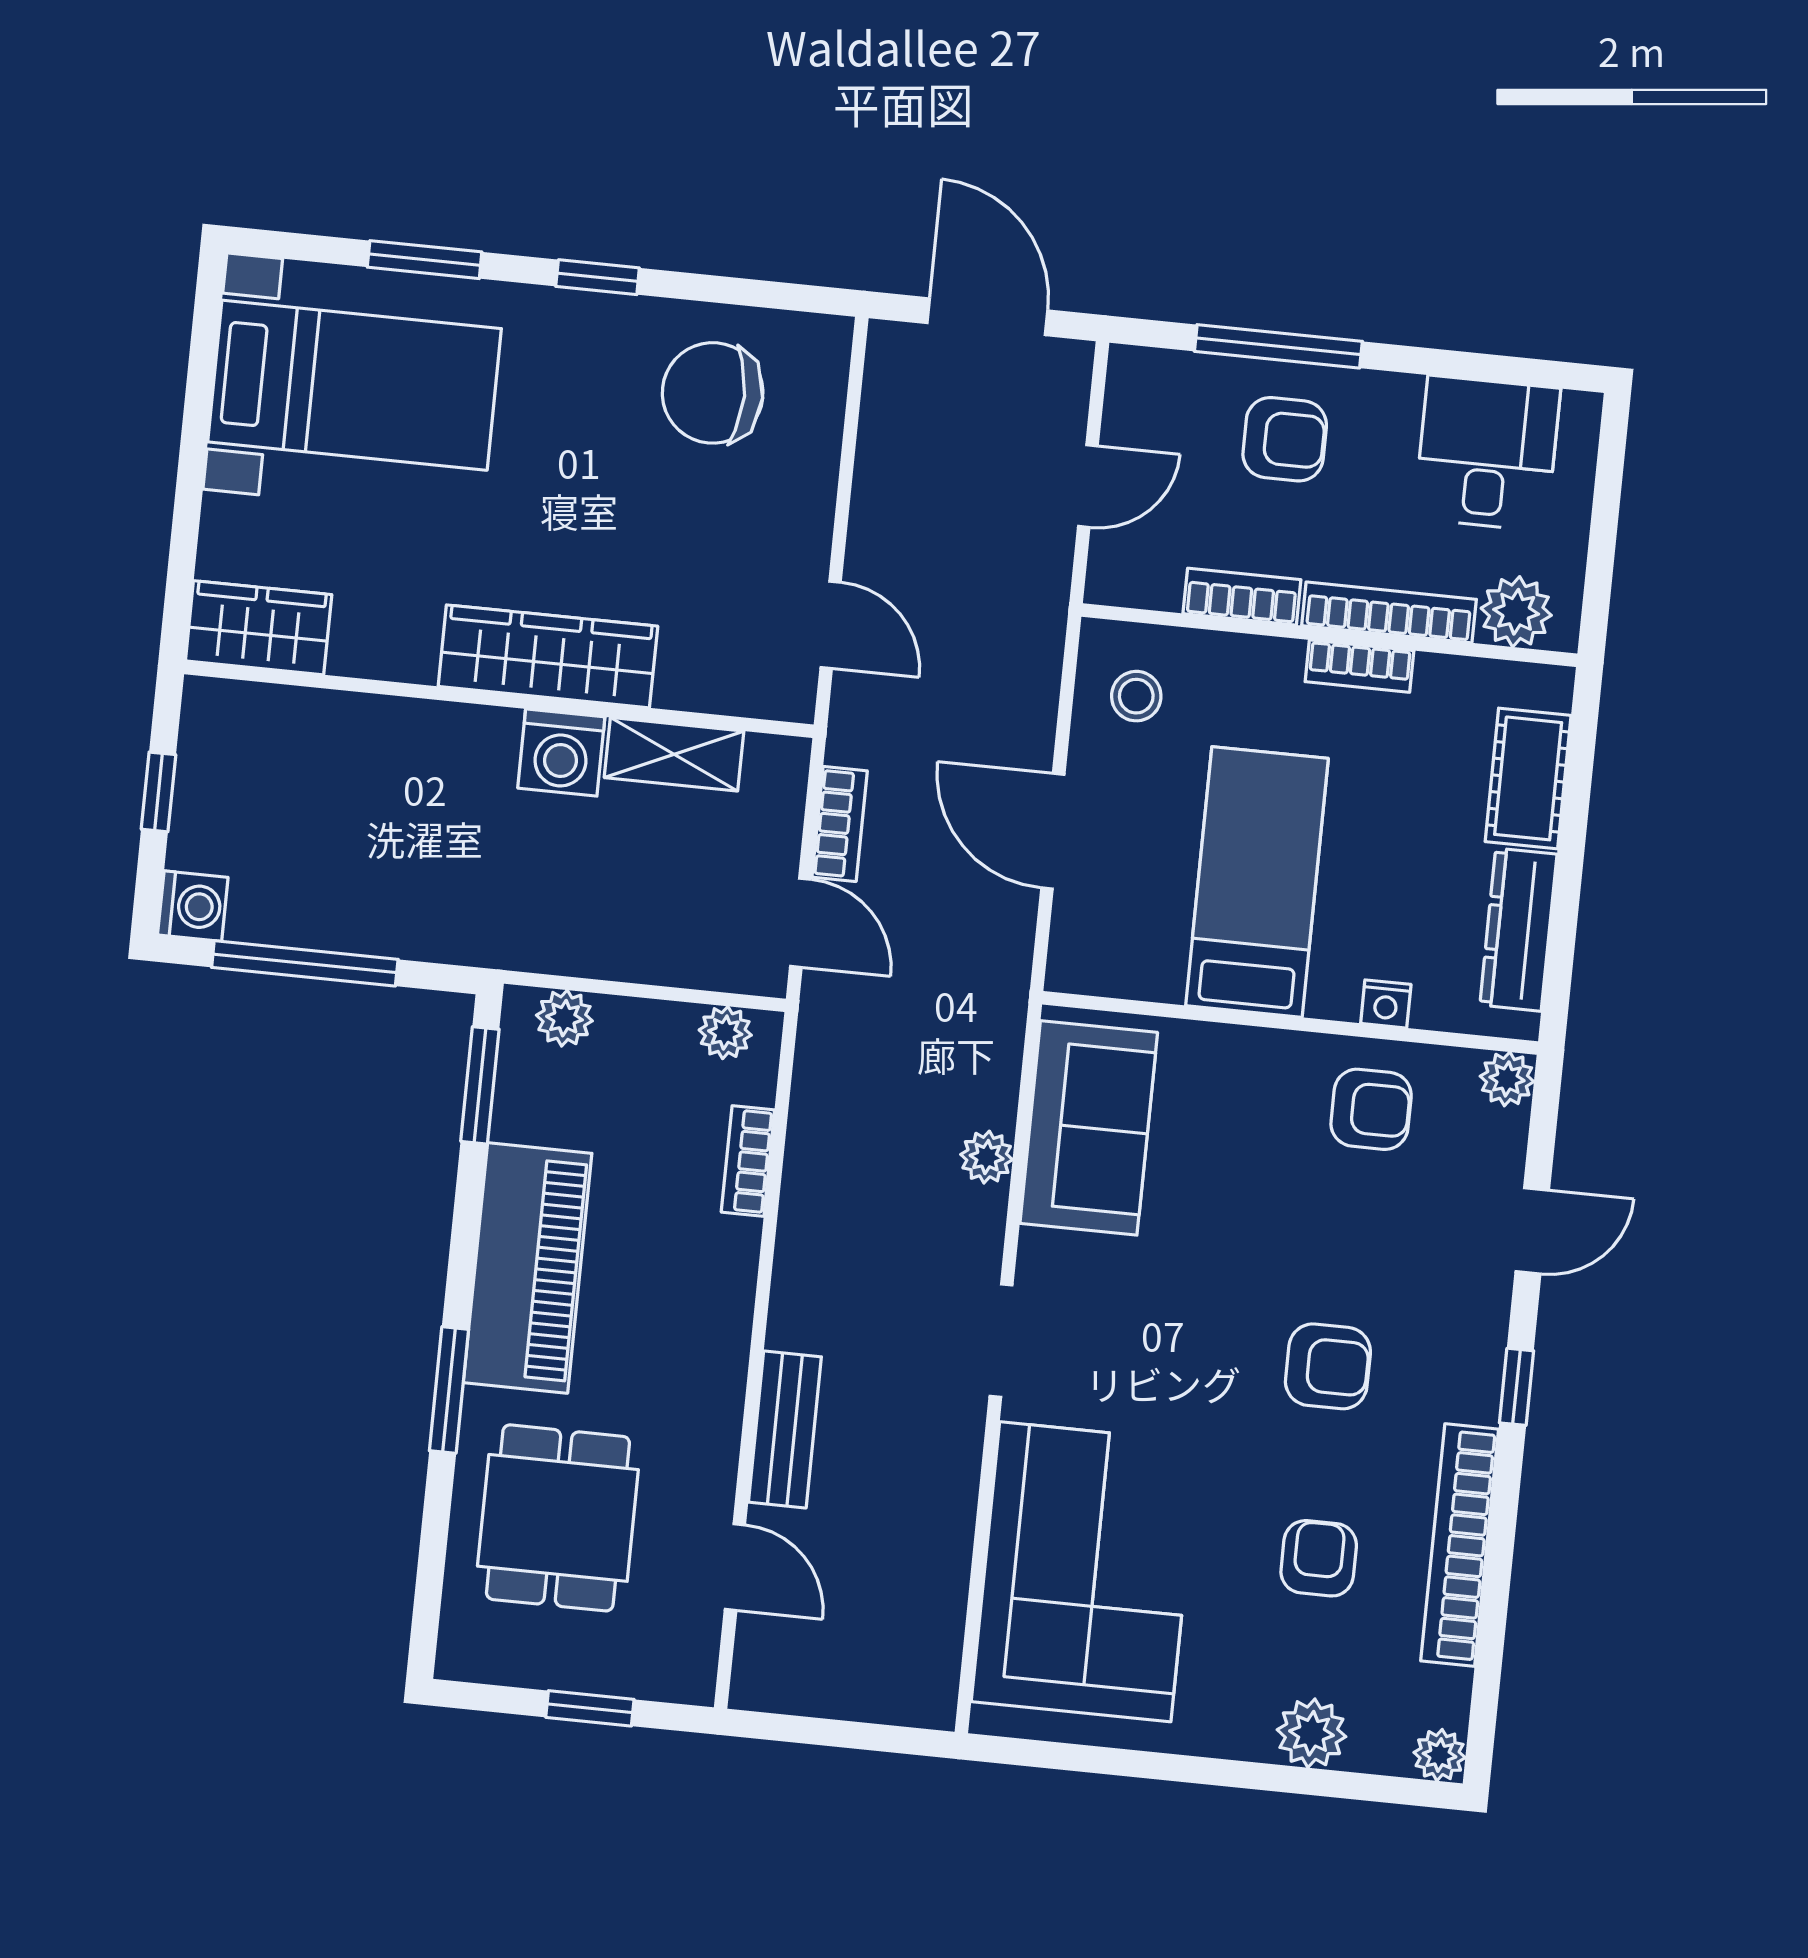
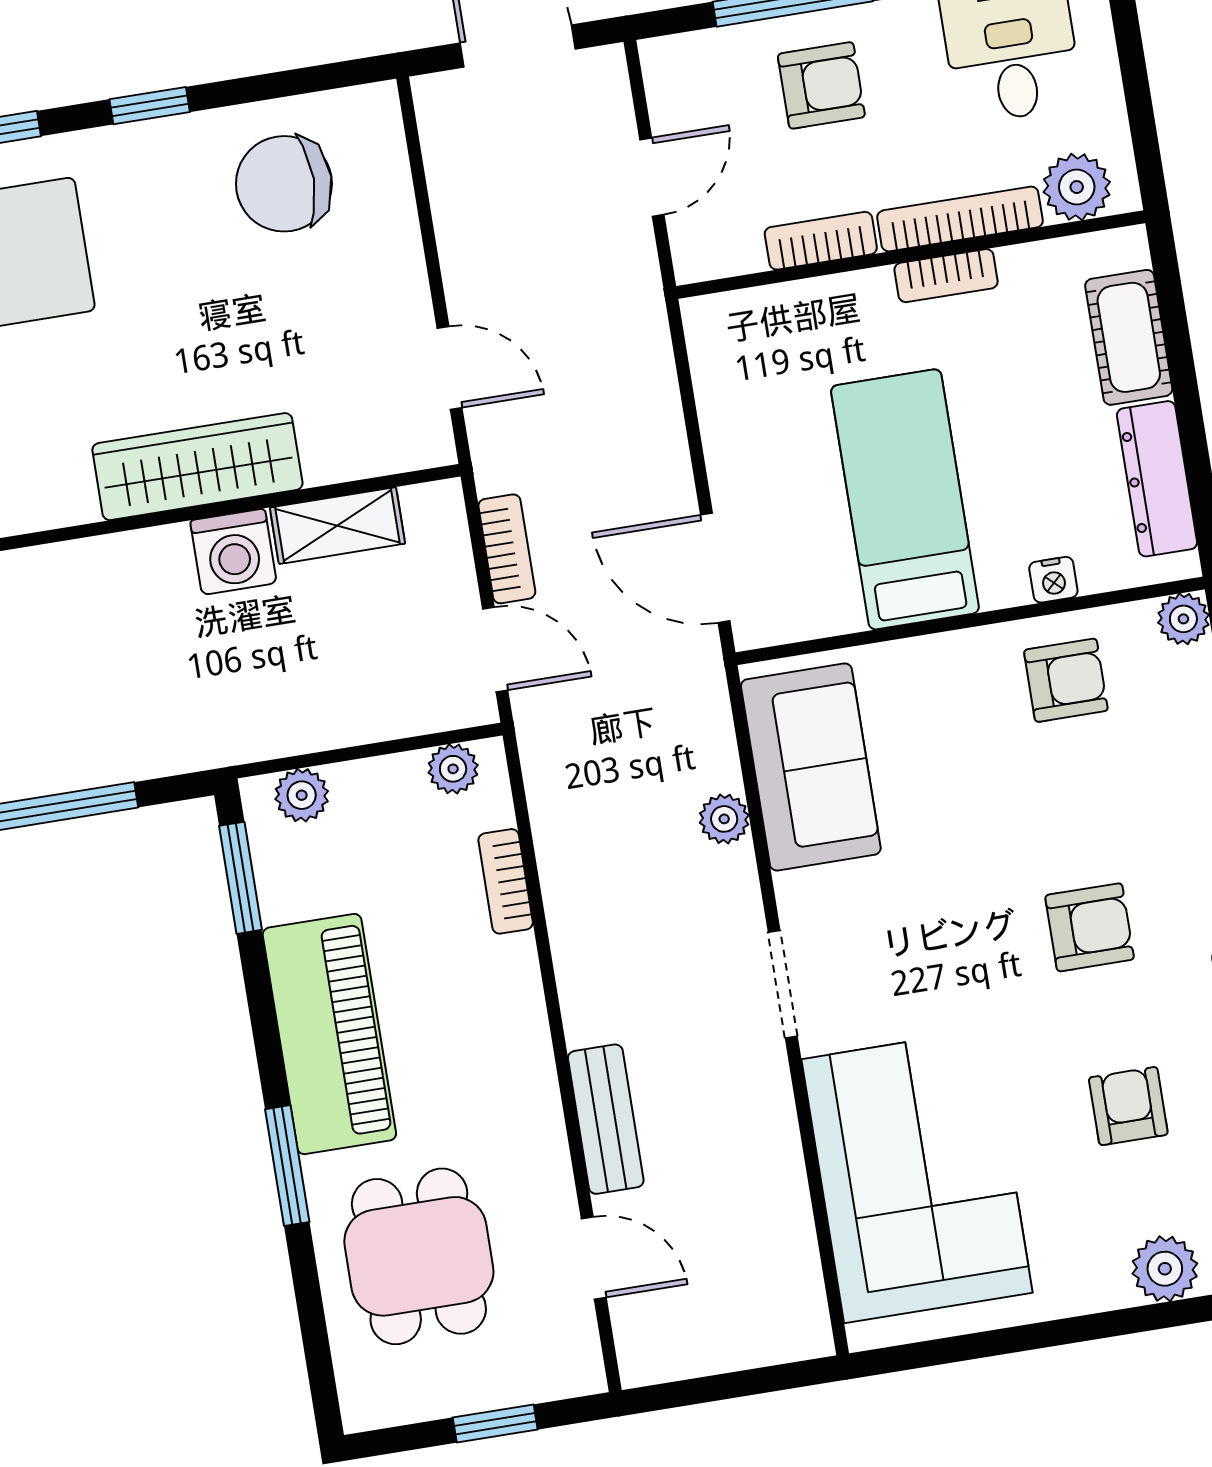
stool: (1136, 696) -> (748, 358), removed
door: (1053, 831) -> (715, 568), moved

